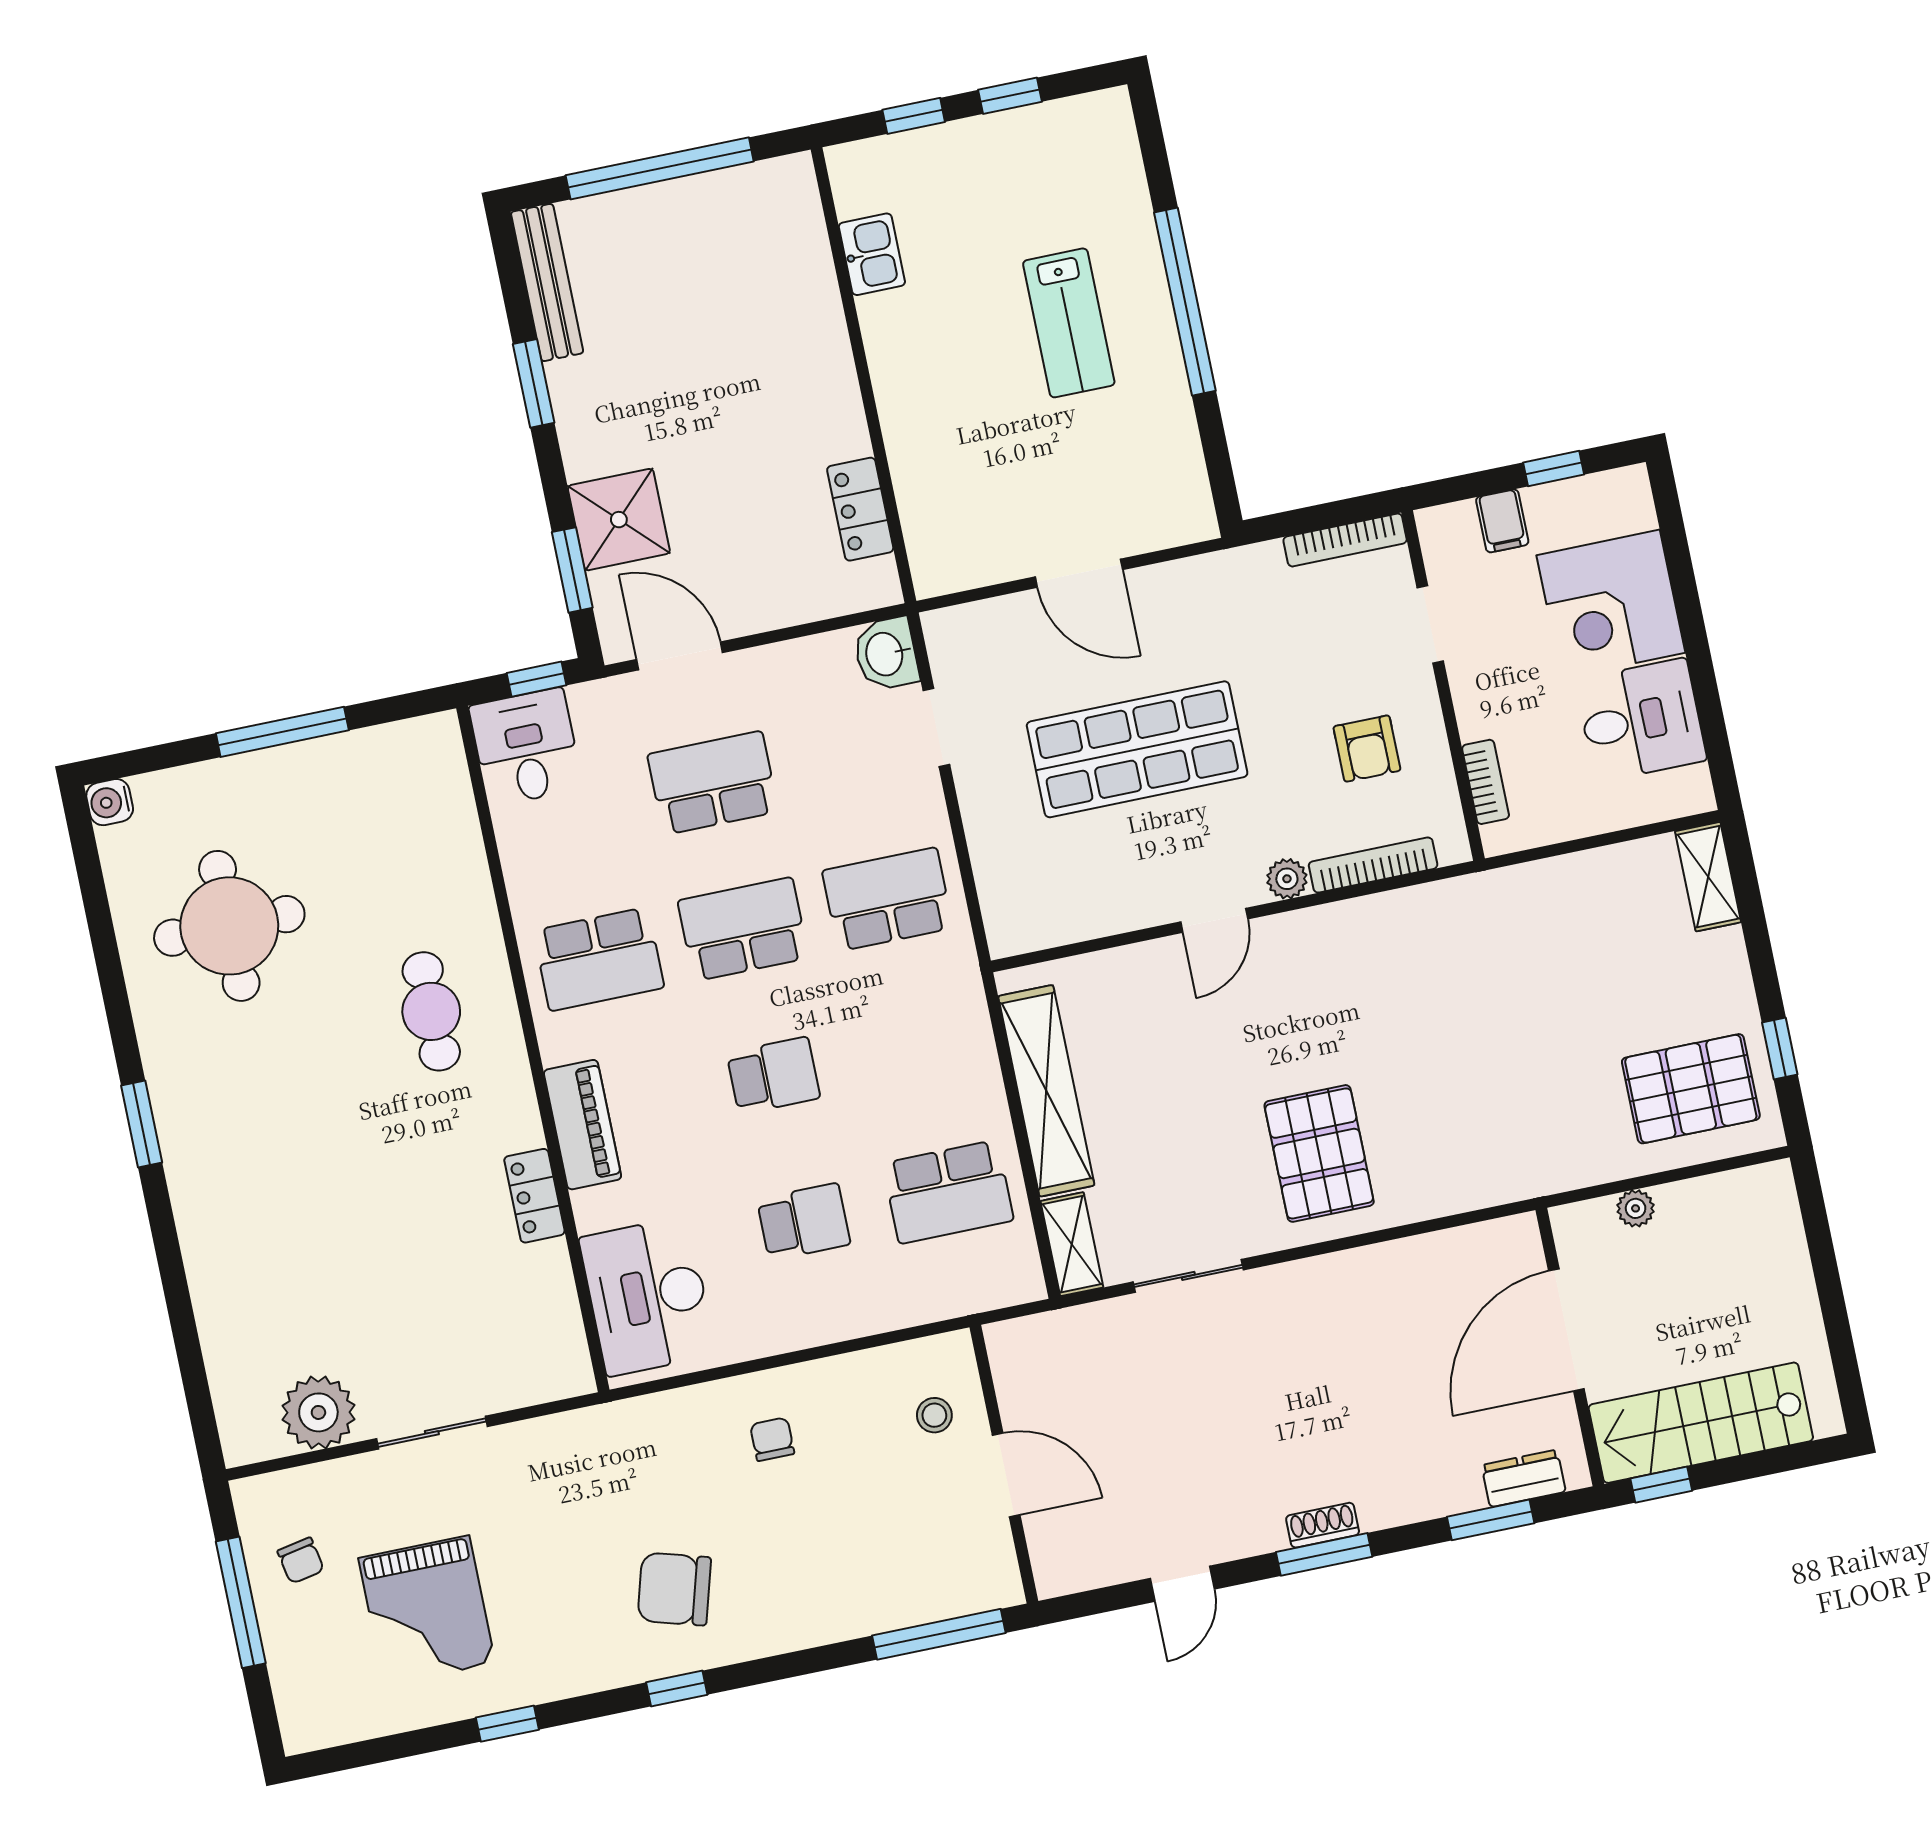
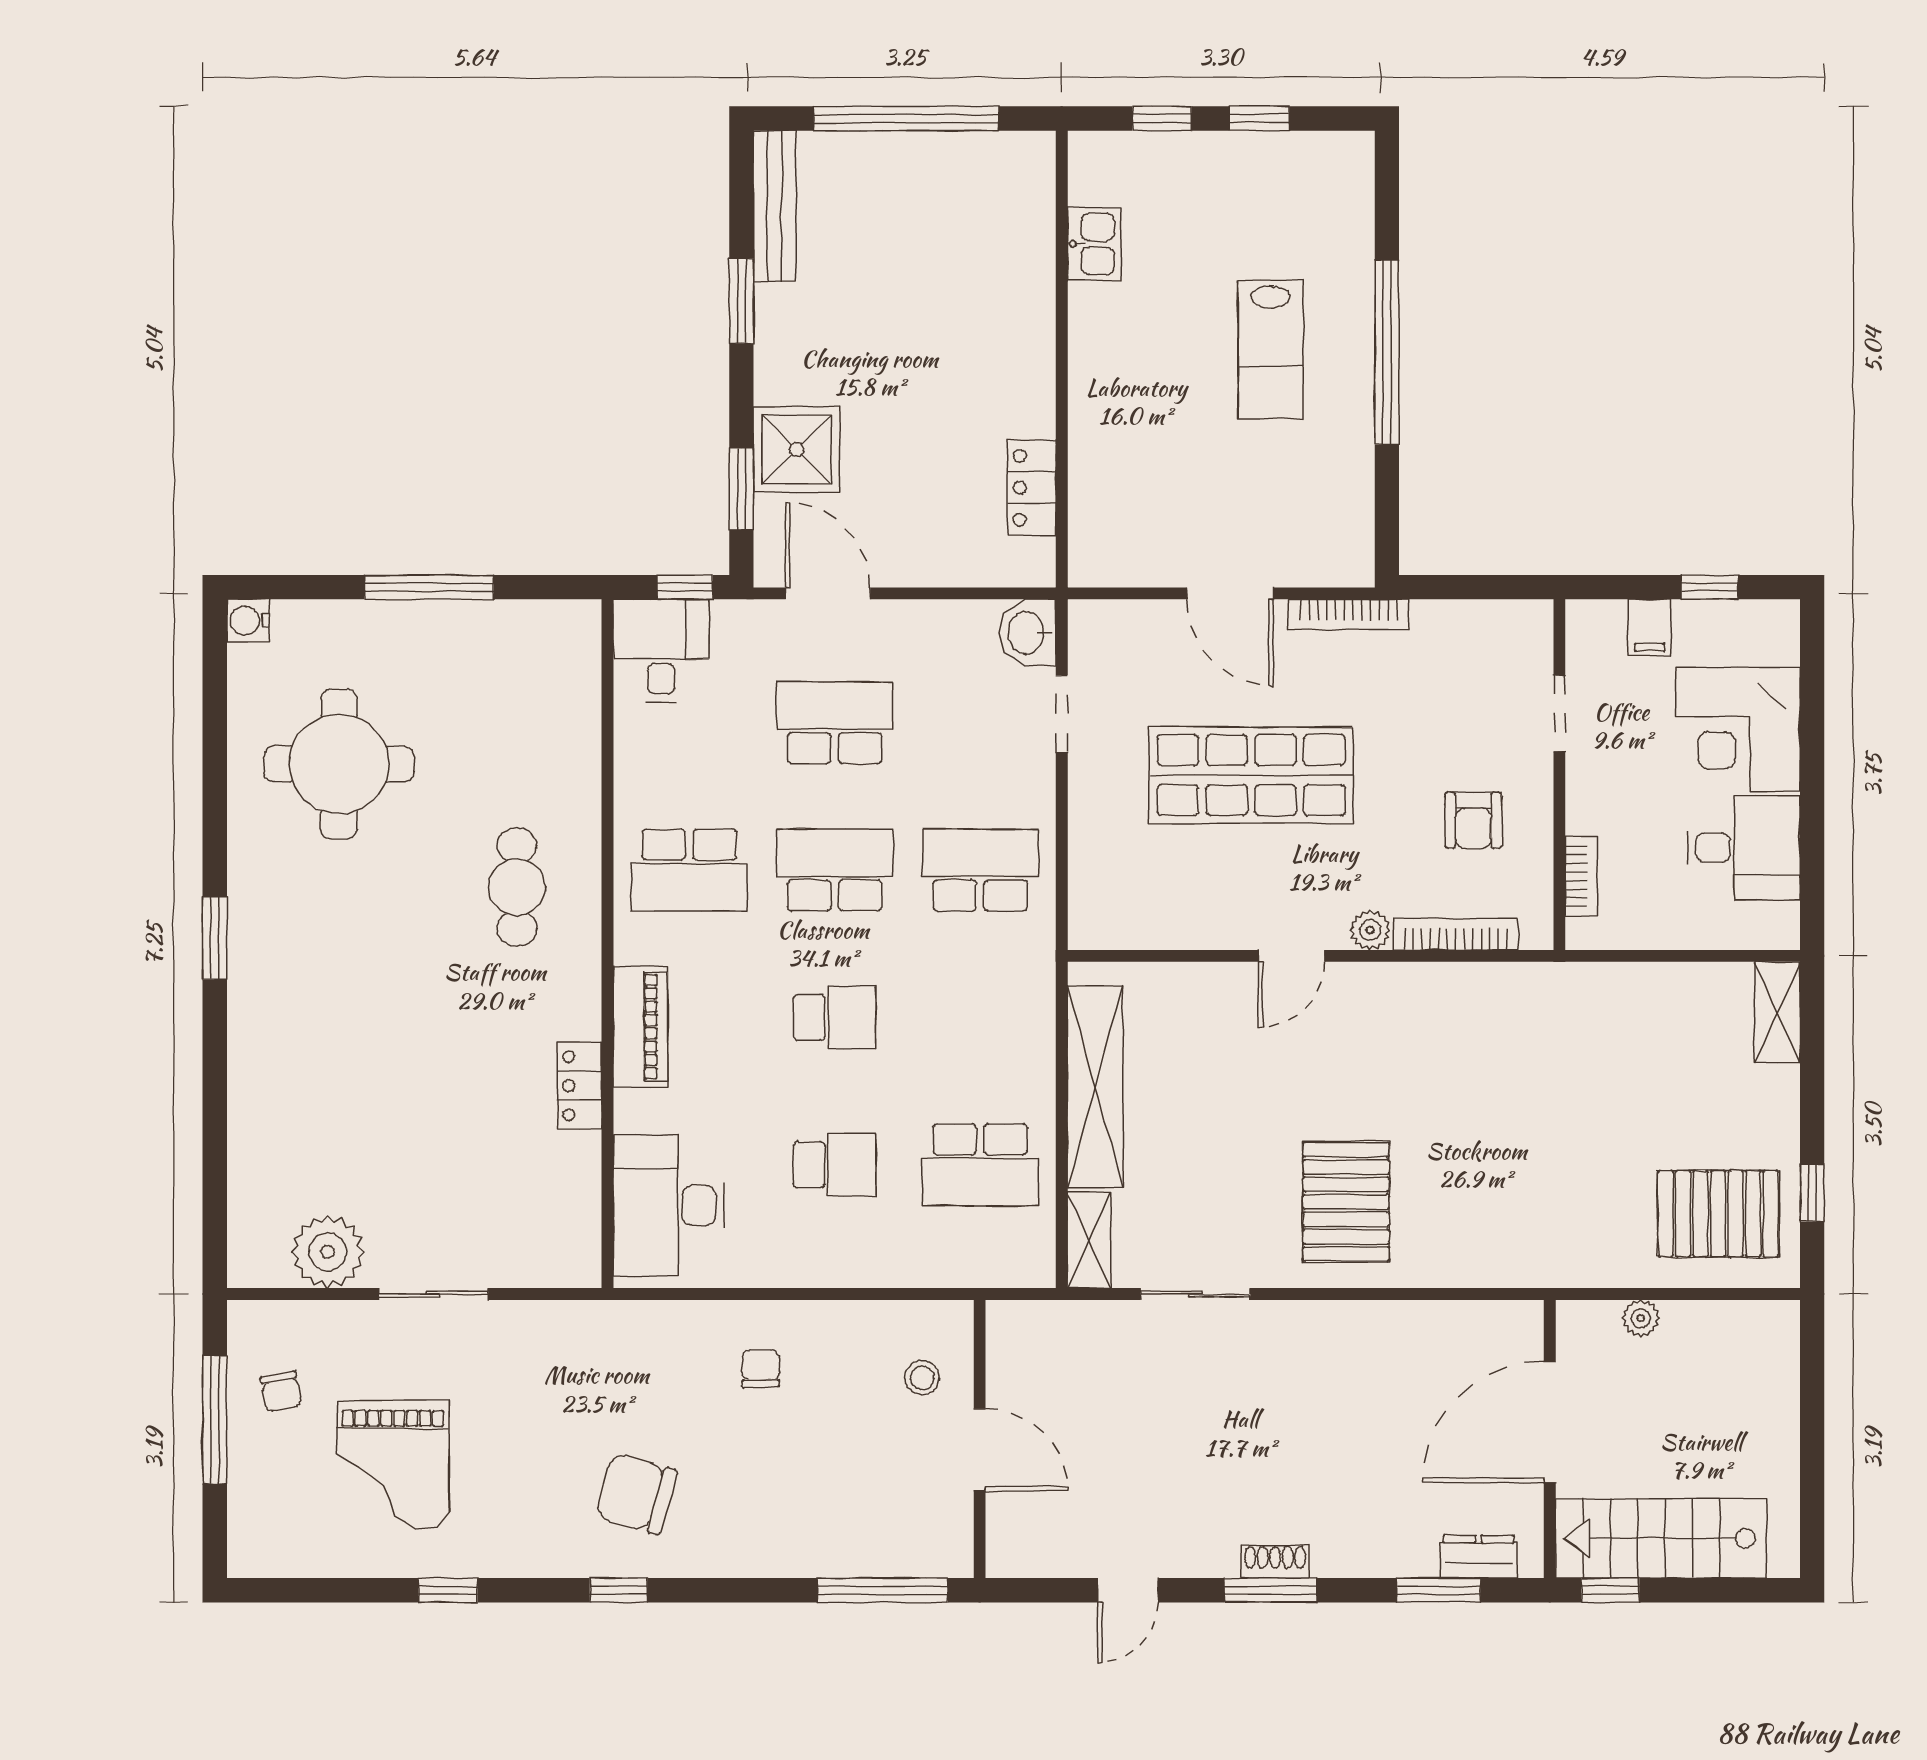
bookcase: (1345, 540) -> (1349, 614), moved

